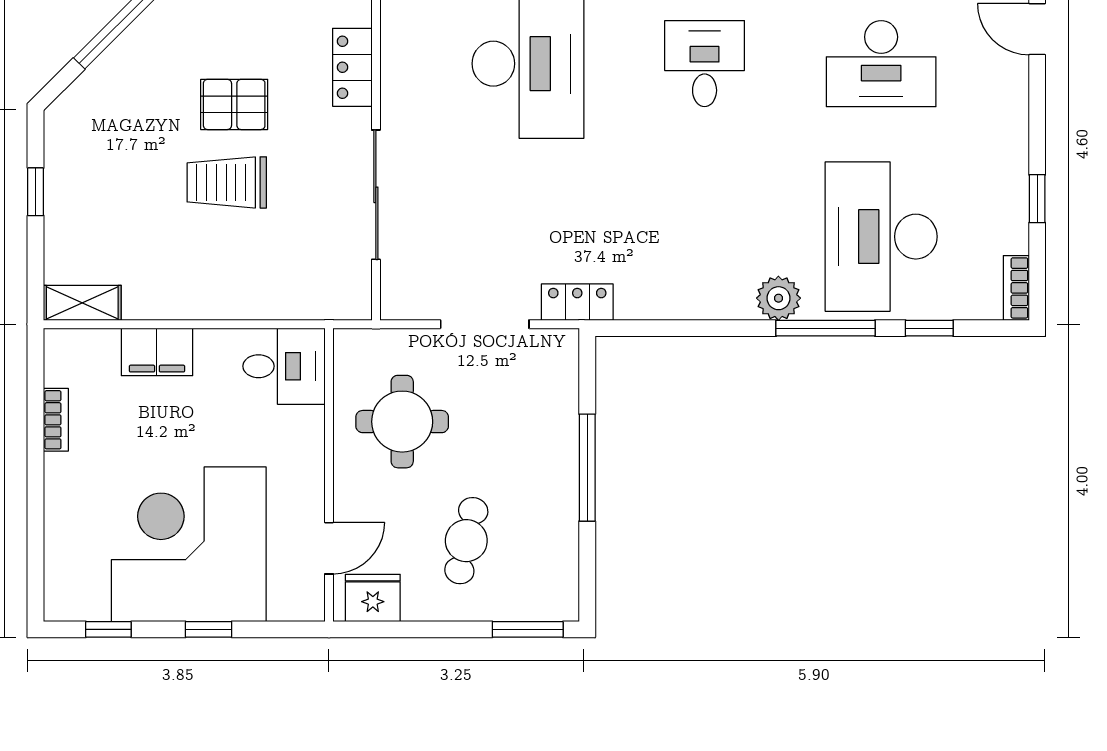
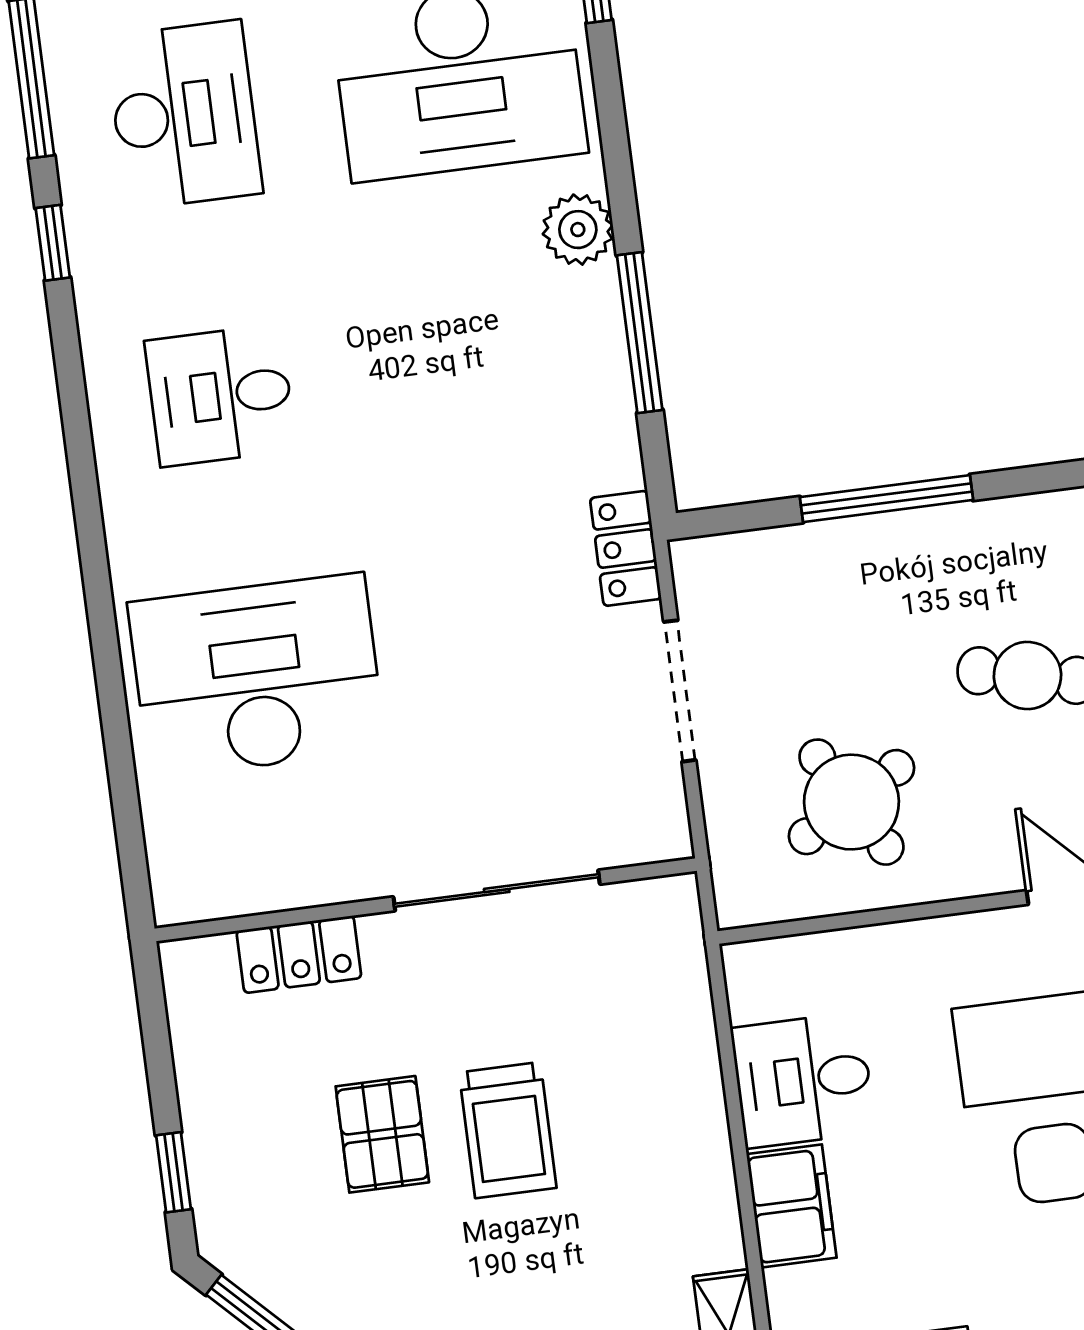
window: (826, 328) -> (640, 333), moved
desk: (284, 366) -> (803, 1080), moved, turned -90
round table: (402, 422) -> (851, 802), turned -30

